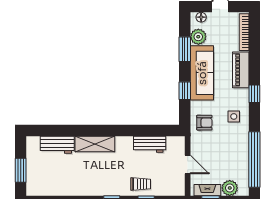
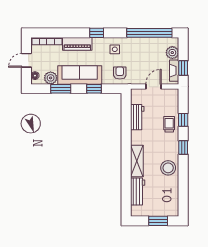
stool: (86, 183) -> (168, 168), added

